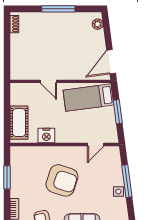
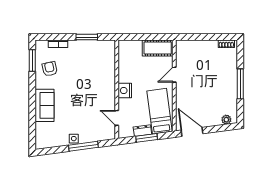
dresser: (110, 116) -> (142, 131), added
cot: (19, 123) -> (158, 48), moved
nightstand: (46, 136) -> (125, 91), moved
armchair: (62, 180) -> (84, 87), removed

